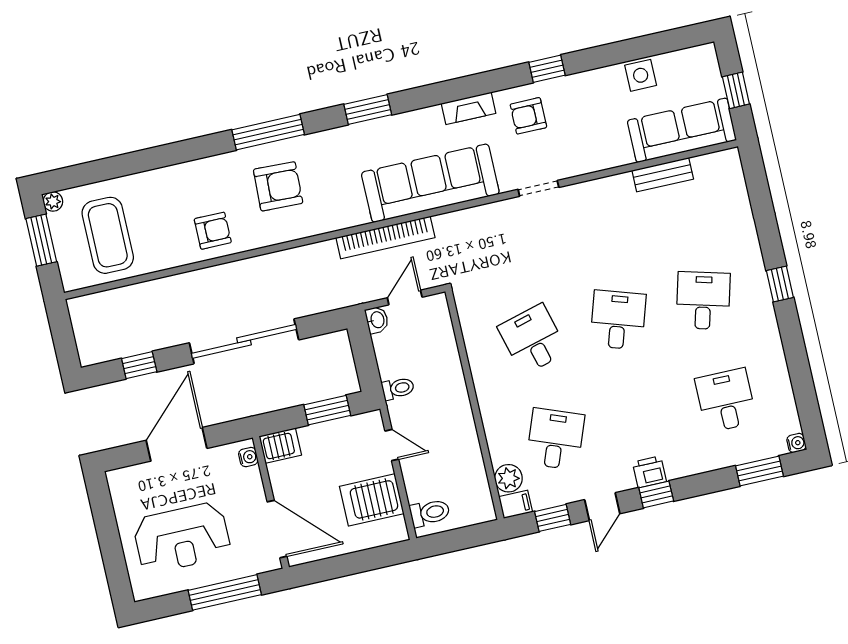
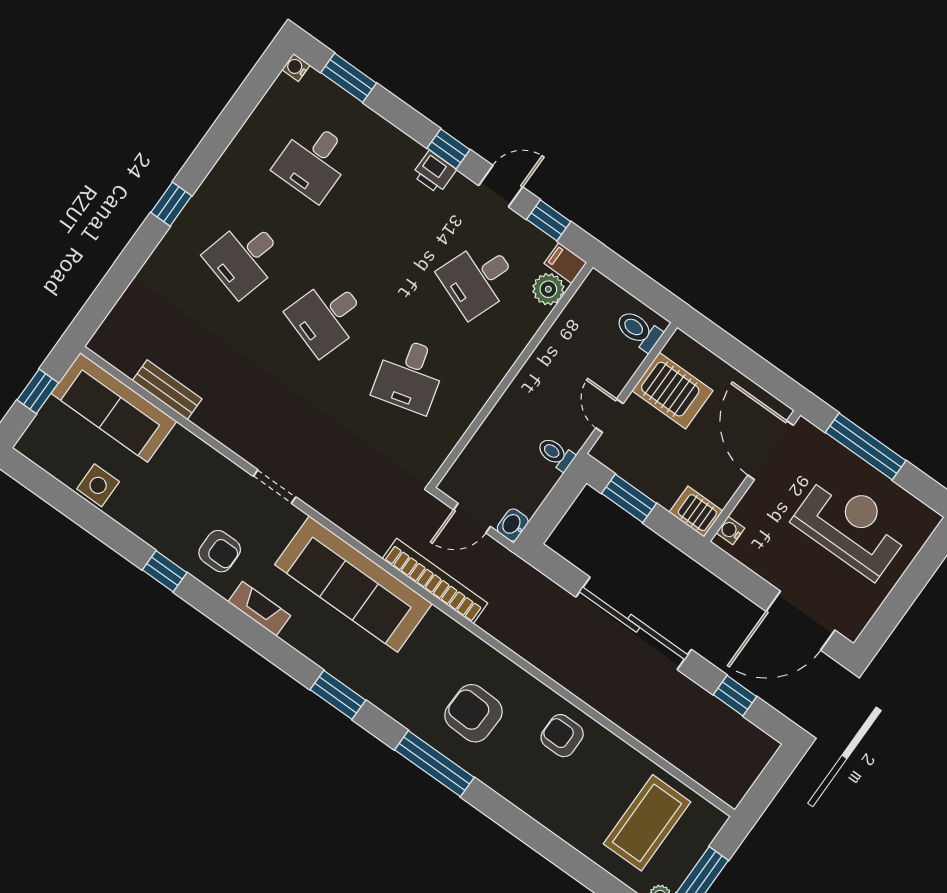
door: (177, 444) -> (800, 621), moved

